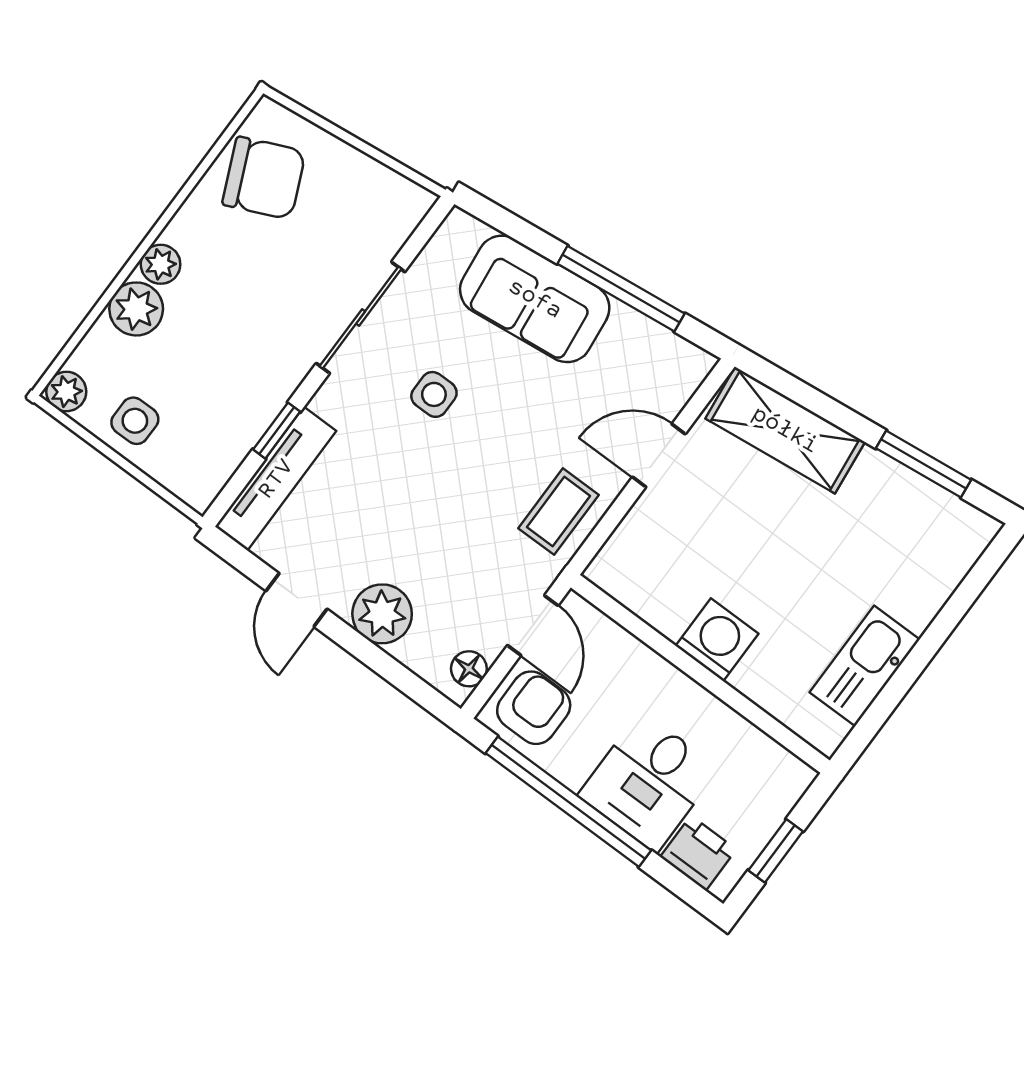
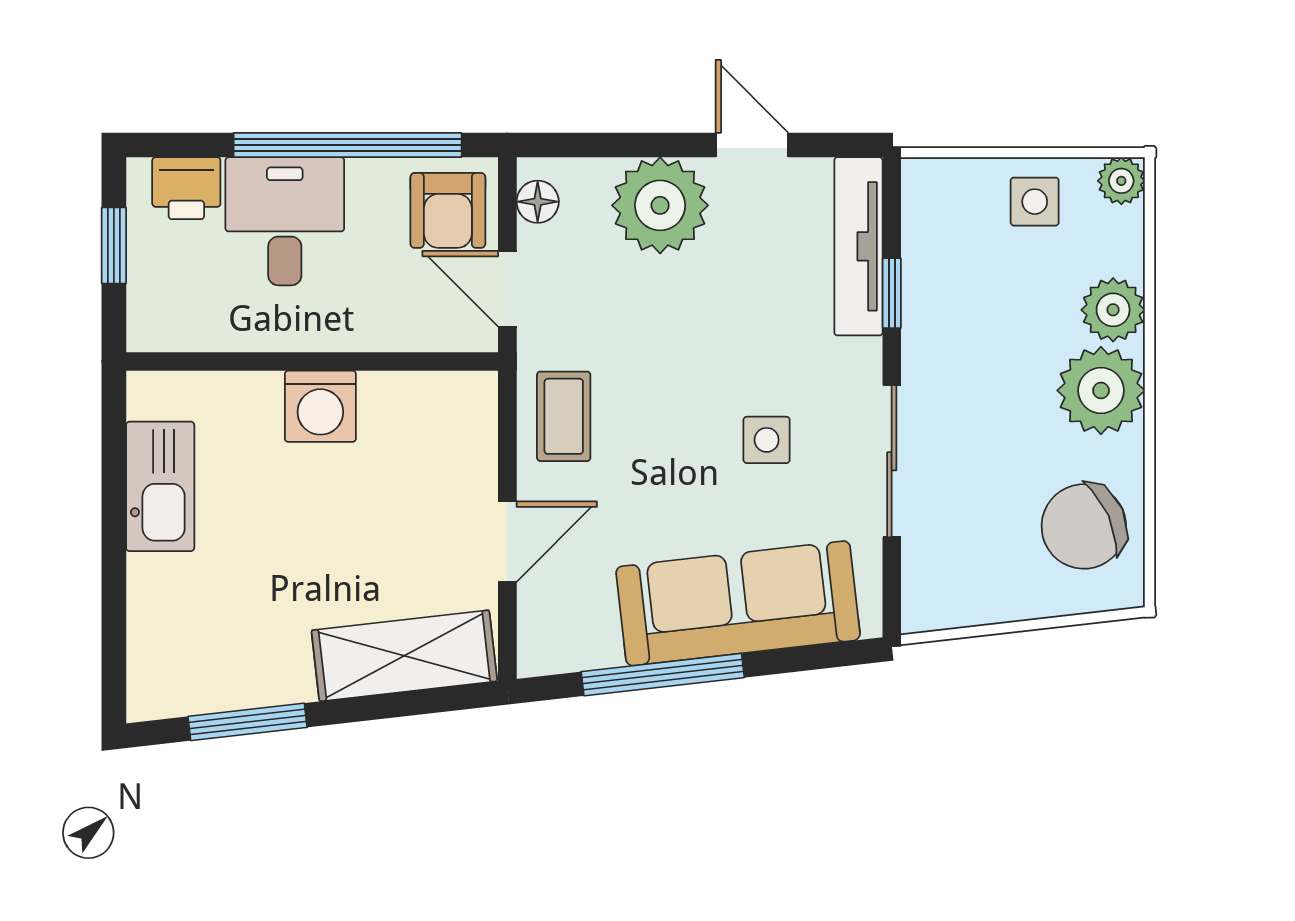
plant: (161, 264) -> (1101, 390), width x1.88, depth x1.88
sofa: (535, 299) -> (738, 603), width x1.36
plant: (382, 614) -> (660, 205), width x1.36, depth x1.36

